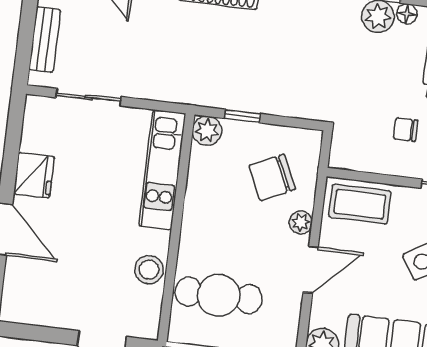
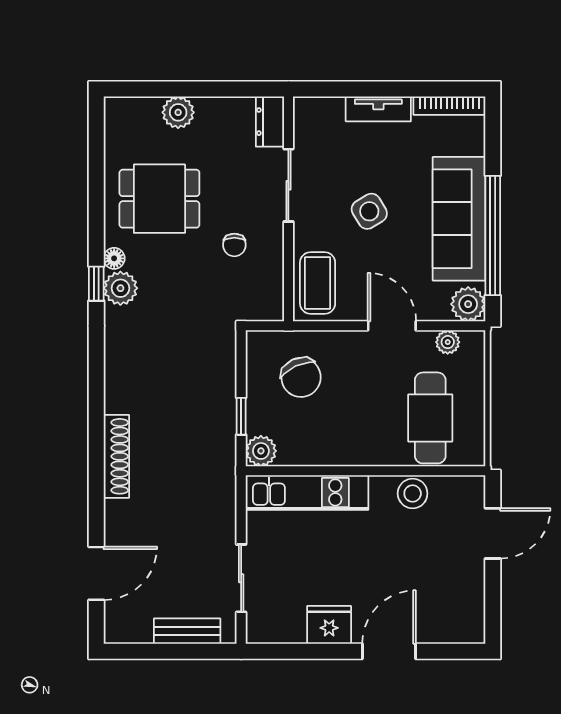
plant: (301, 222) -> (448, 342), moved

